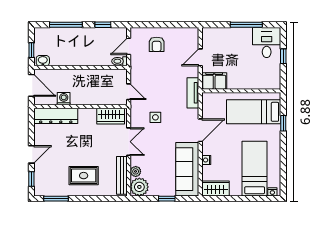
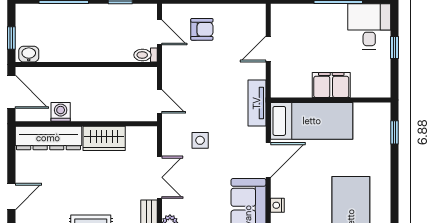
armchair: (157, 44) -> (202, 29), turned -90
door: (129, 46) -> (159, 32), swing flipped
filing cabinet: (214, 81) -> (331, 85), moved
bed: (254, 112) -> (312, 121), moved, turned 180
wardrobe: (111, 116) -> (104, 138), moved
window: (283, 123) -> (395, 132), moved

